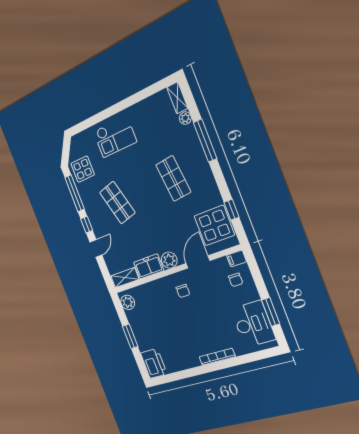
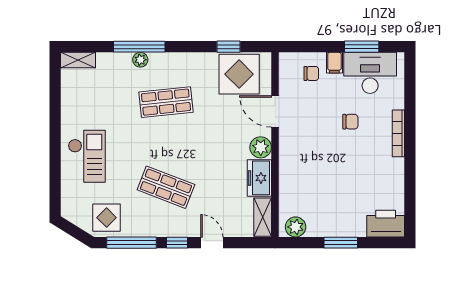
plant: (185, 118) -> (140, 60), moved
shop shelf: (117, 203) -> (166, 187), turned 36
filing cabinet: (236, 259) -> (334, 63), moved
chair: (183, 291) -> (350, 122), moved

